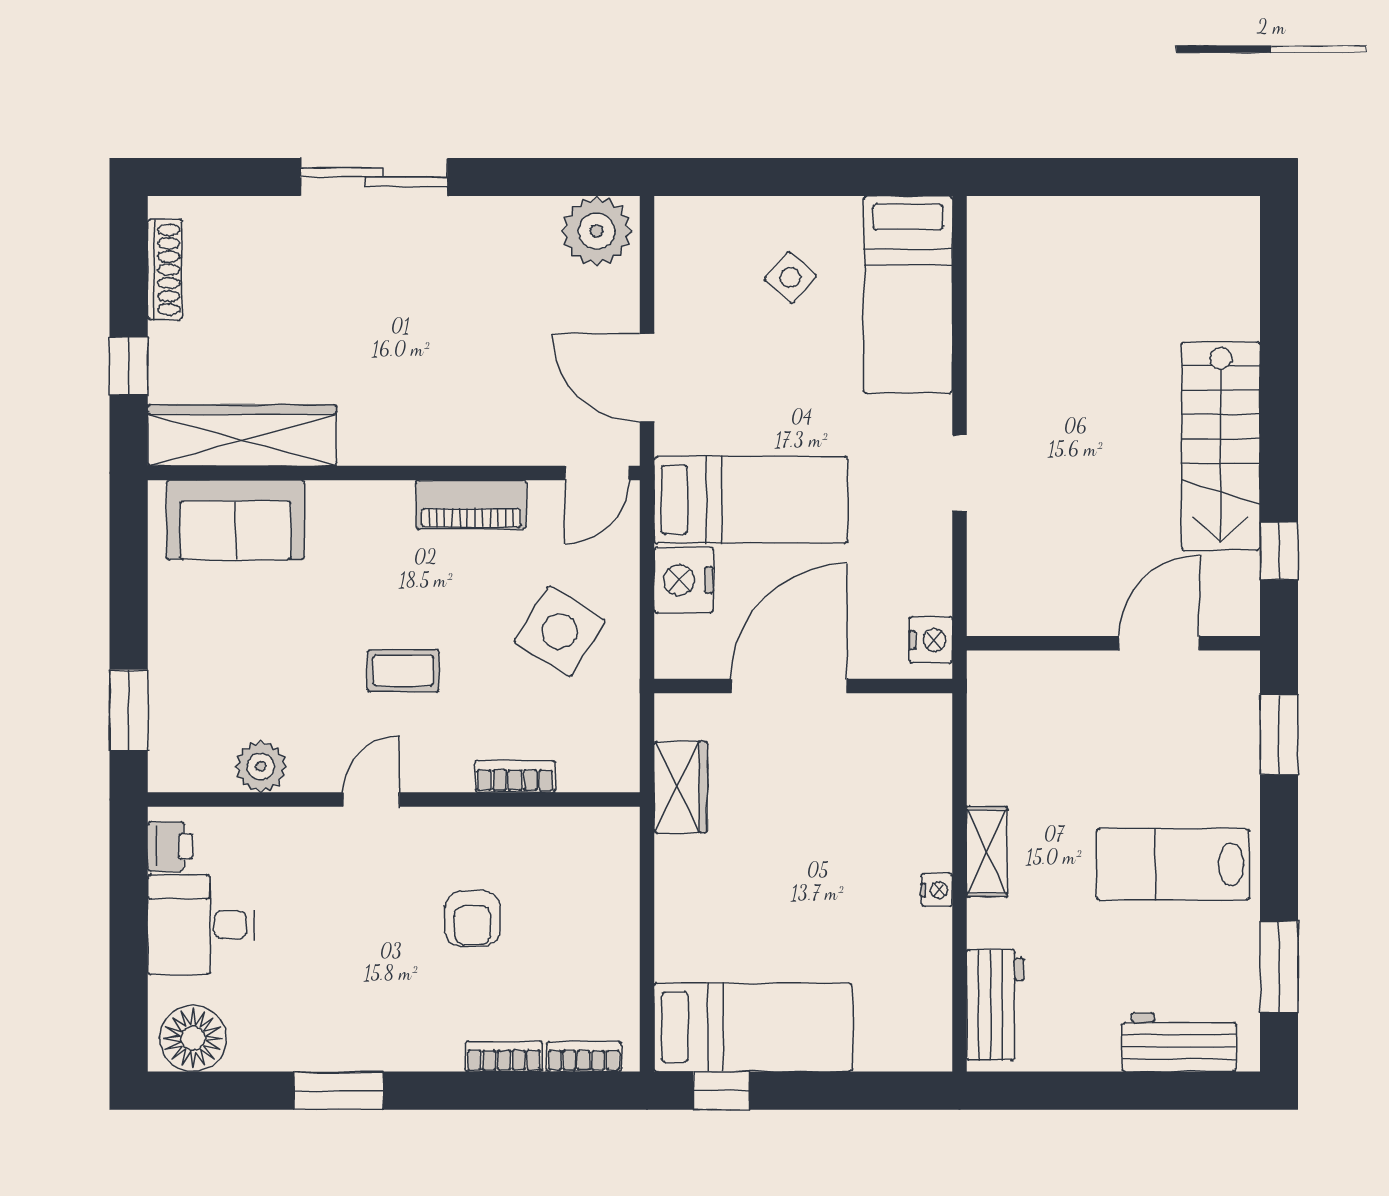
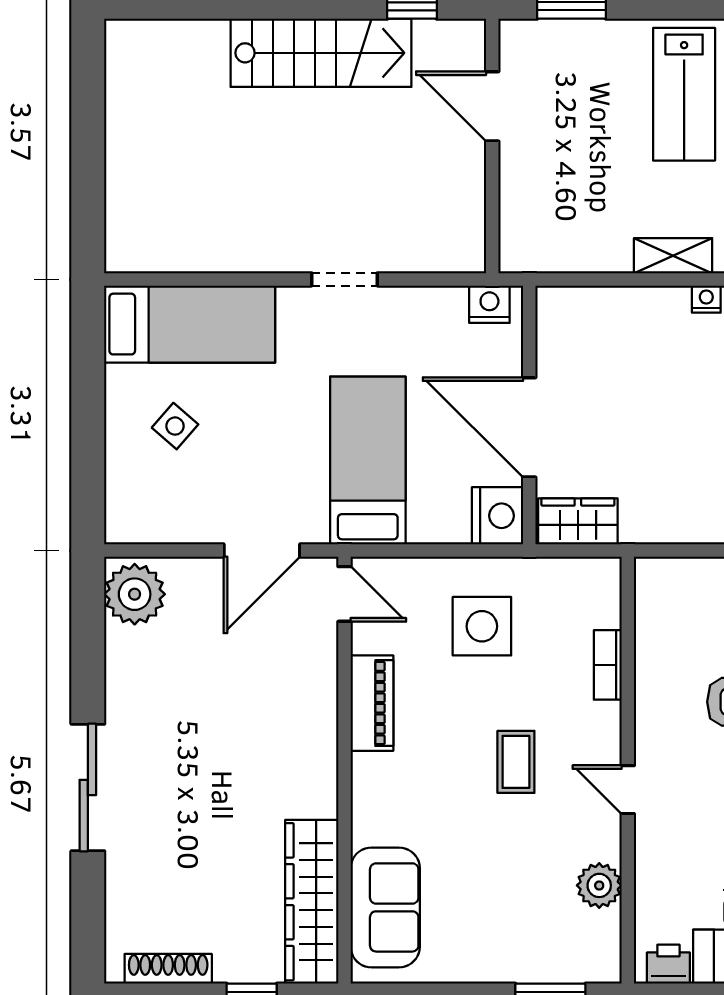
nightstand: (684, 580) -> (497, 516), moved, turned -90
side table: (560, 631) -> (482, 626), turned -32
wardrobe: (681, 787) -> (578, 521), moved

